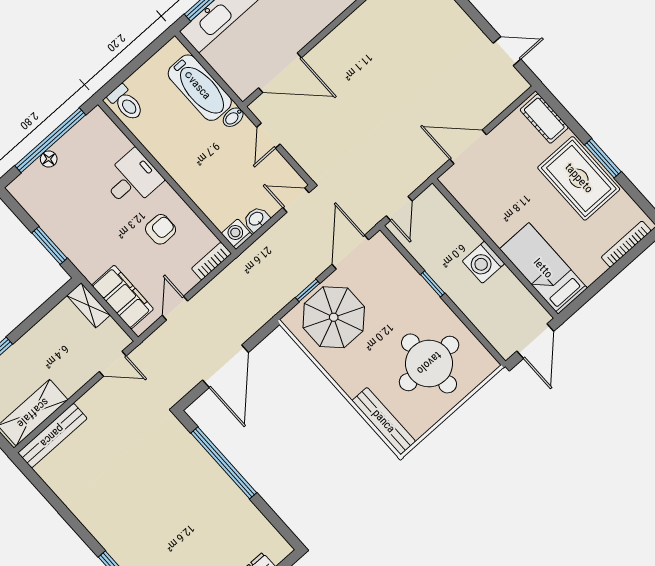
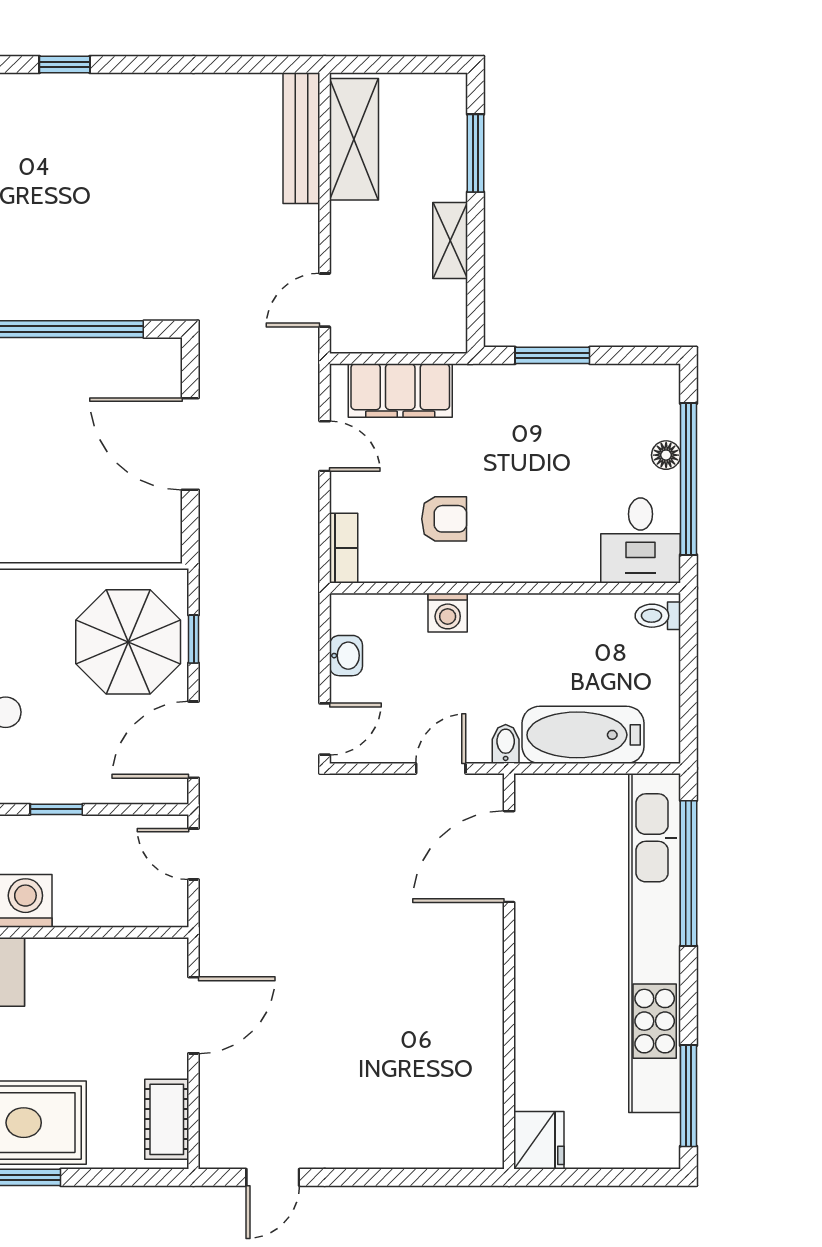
toilet: (126, 103) -> (658, 616), width x0.73, depth x0.72
cot: (544, 119) -> (167, 1119), moved, turned 90
door: (268, 136) -> (441, 768), hinge flipped
desk: (132, 179) -> (640, 540), moved
armchair: (161, 229) -> (444, 519), turned -90
washing machine: (237, 234) -> (448, 613), moved, turned 90
door: (350, 252) -> (194, 740), swing flipped
shelving: (88, 305) -> (450, 240), moved, turned 90

